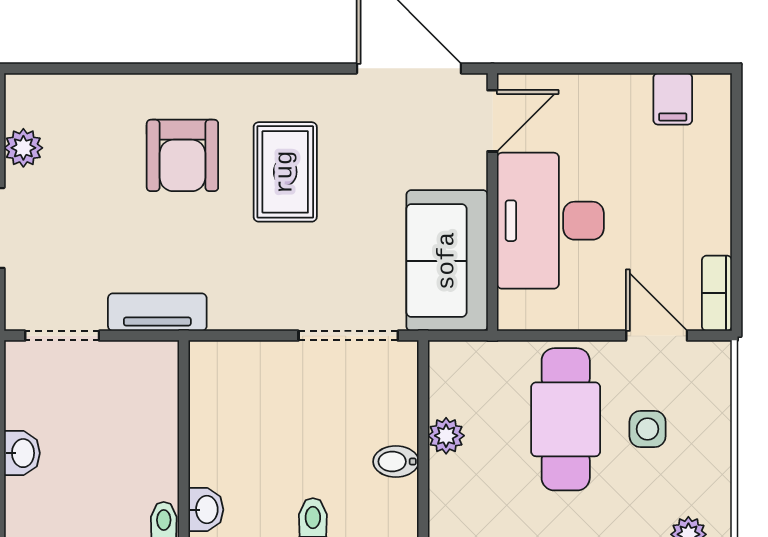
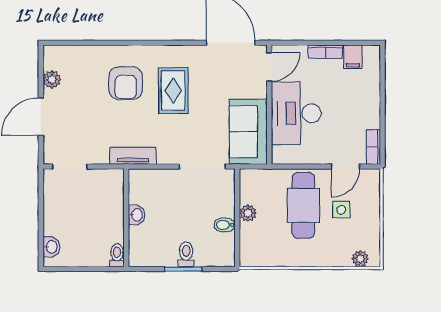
bookcase: (613, 88) -> (325, 52), added
tv unit: (157, 312) -> (133, 156), moved
door: (657, 336) -> (345, 167), swing flipped
washbasin: (22, 453) -> (51, 247), moved
washbasin: (206, 510) -> (137, 215), moved

